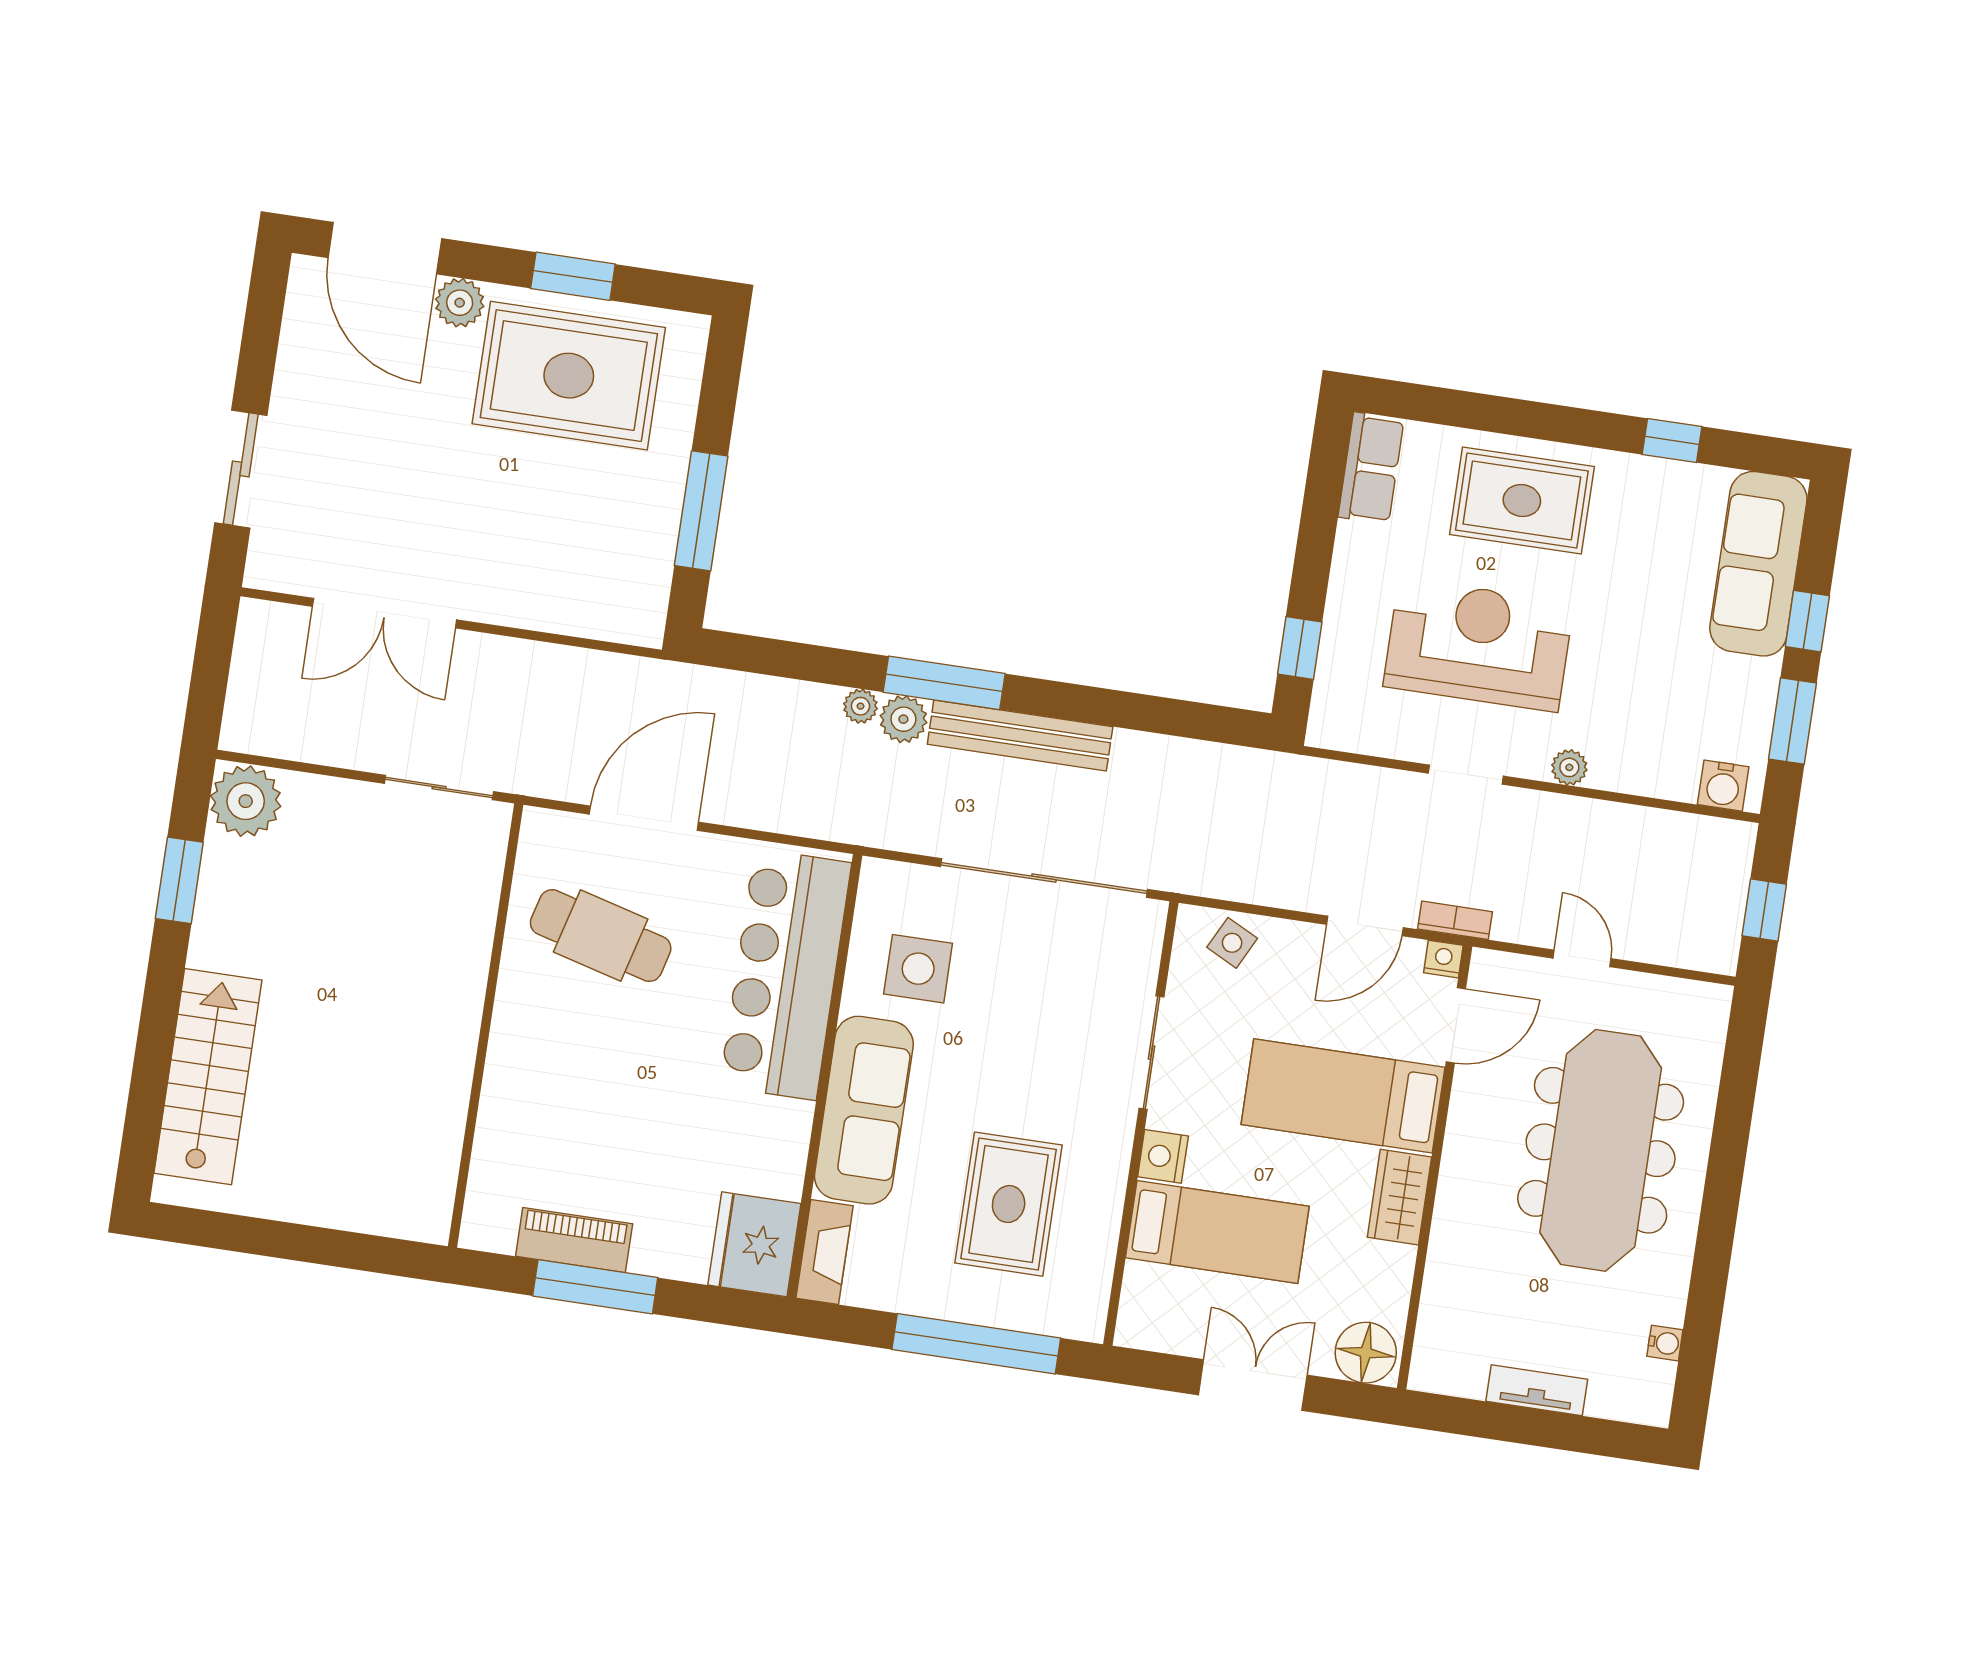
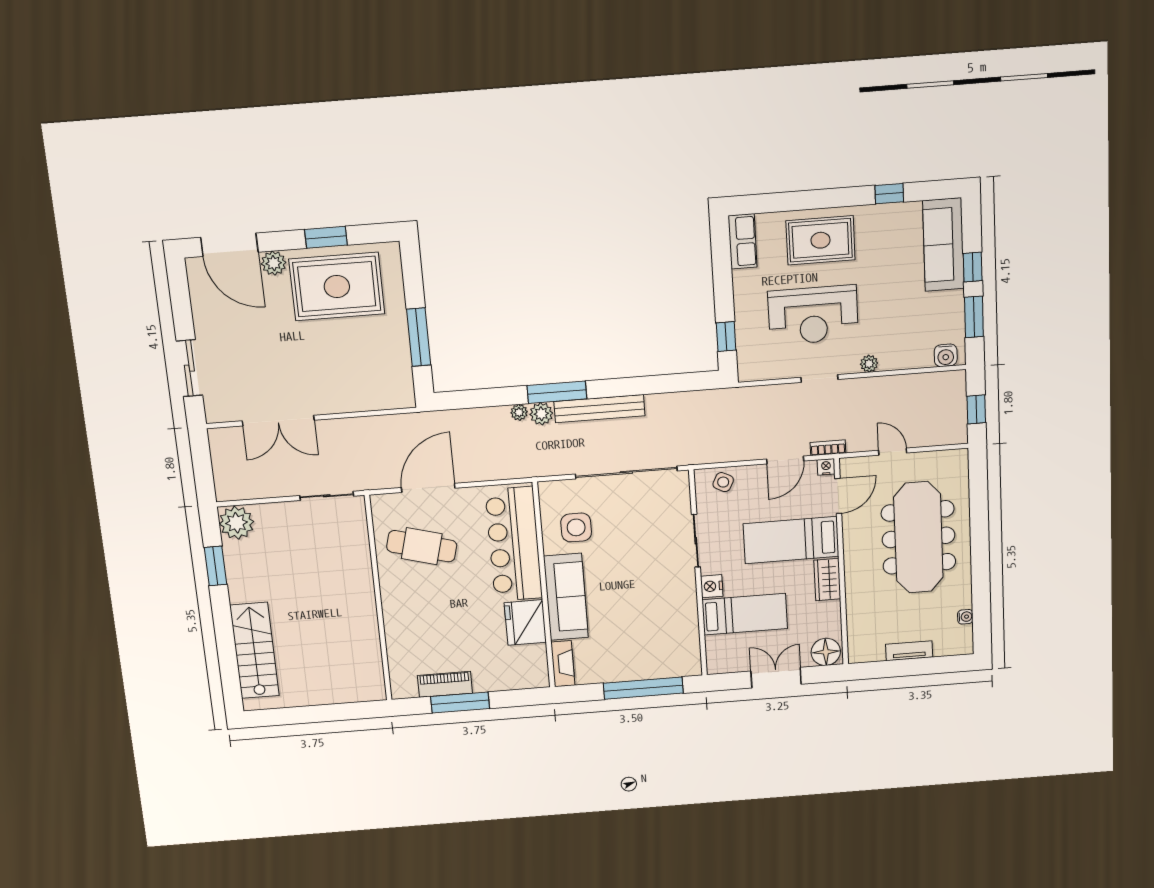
reception desk: (1478, 645) -> (813, 315), turned 180
rug: (1009, 1204) -> (644, 624), removed
fridge: (754, 1244) -> (525, 623), moved

